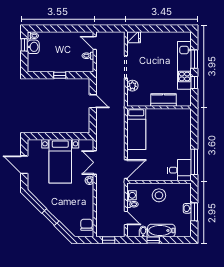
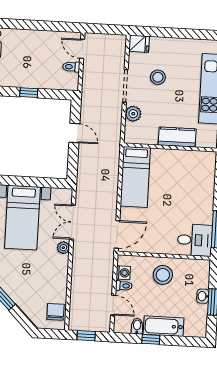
stool: (148, 60) -> (158, 77), added

